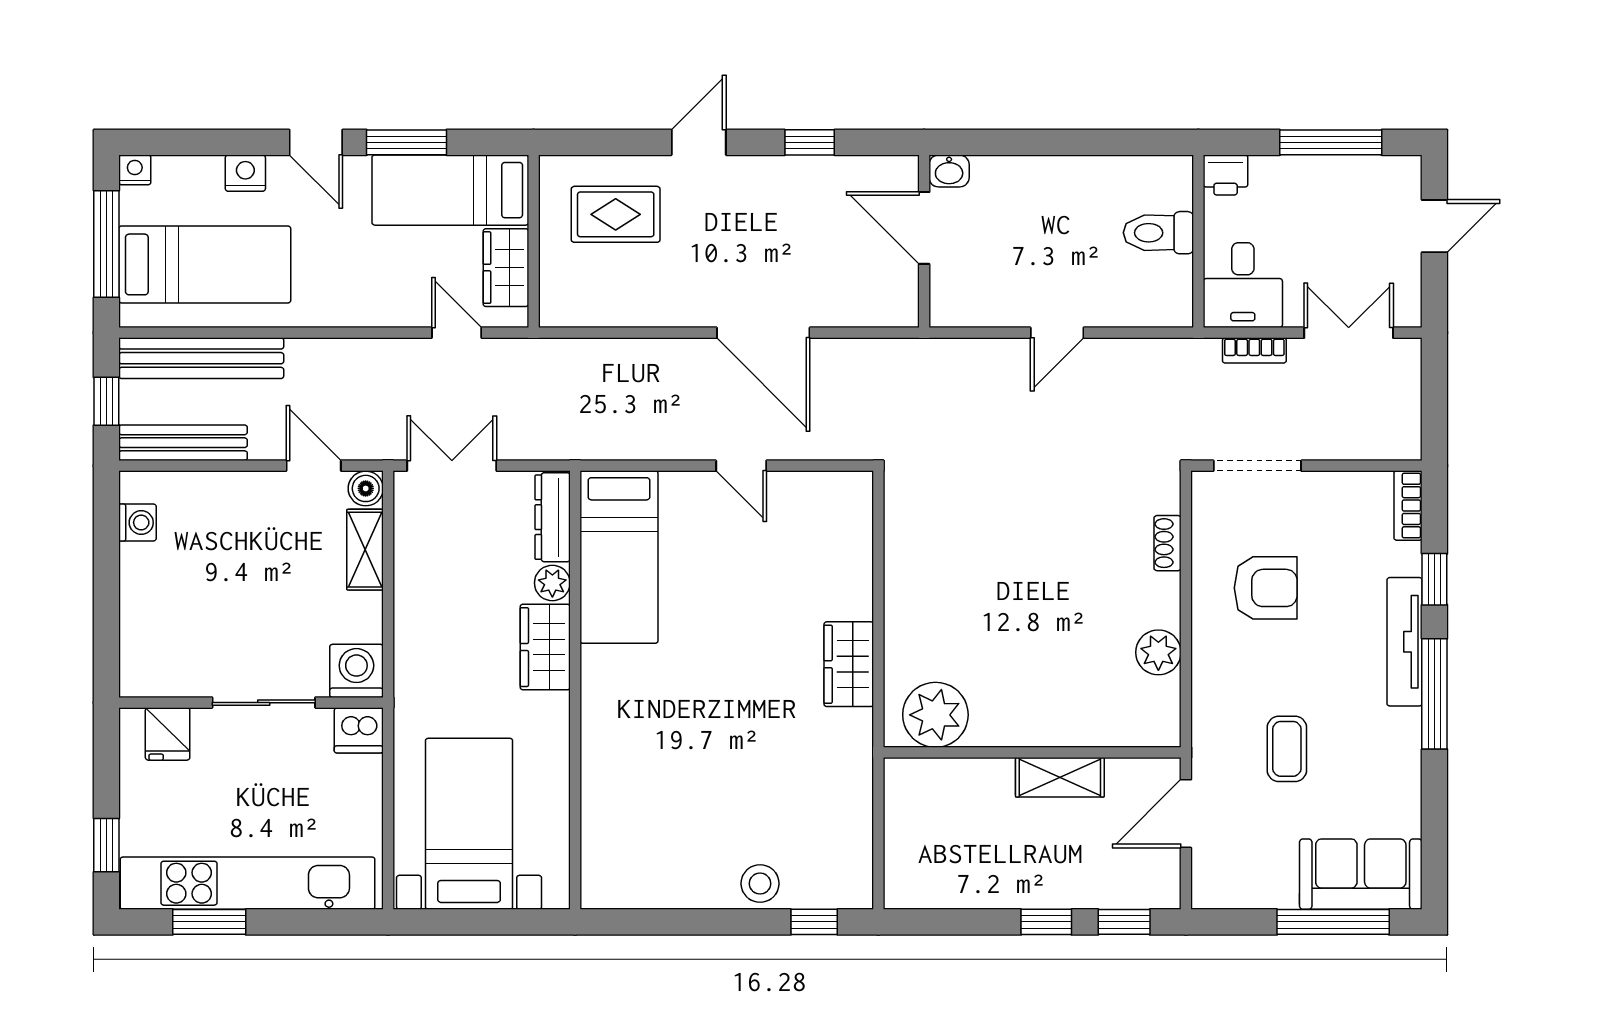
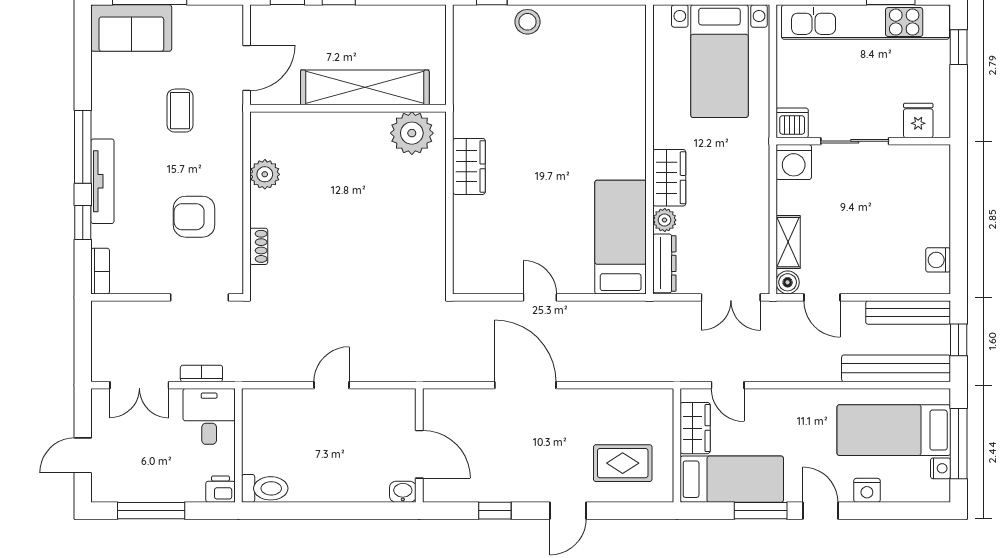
nightstand: (135, 170) -> (940, 468), moved, turned -90
toilet: (1158, 233) -> (265, 488), moved
shelving: (1060, 777) -> (365, 87), width x2.20, depth x1.33

